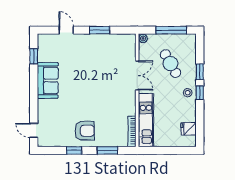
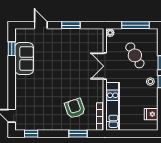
double door: (137, 75) -> (105, 66), swing flipped
sofa: (48, 80) -> (24, 59), moved
armchair: (85, 131) -> (75, 108), moved, turned -109
window: (74, 150) -> (31, 134), moved

